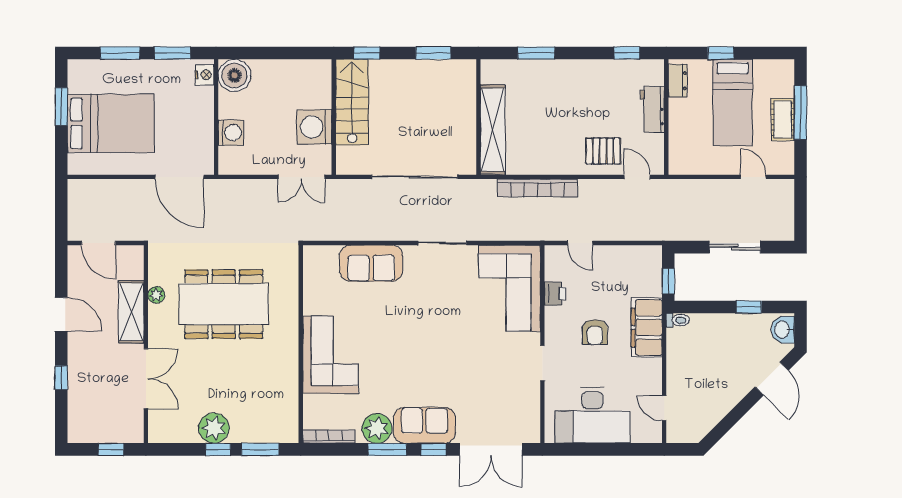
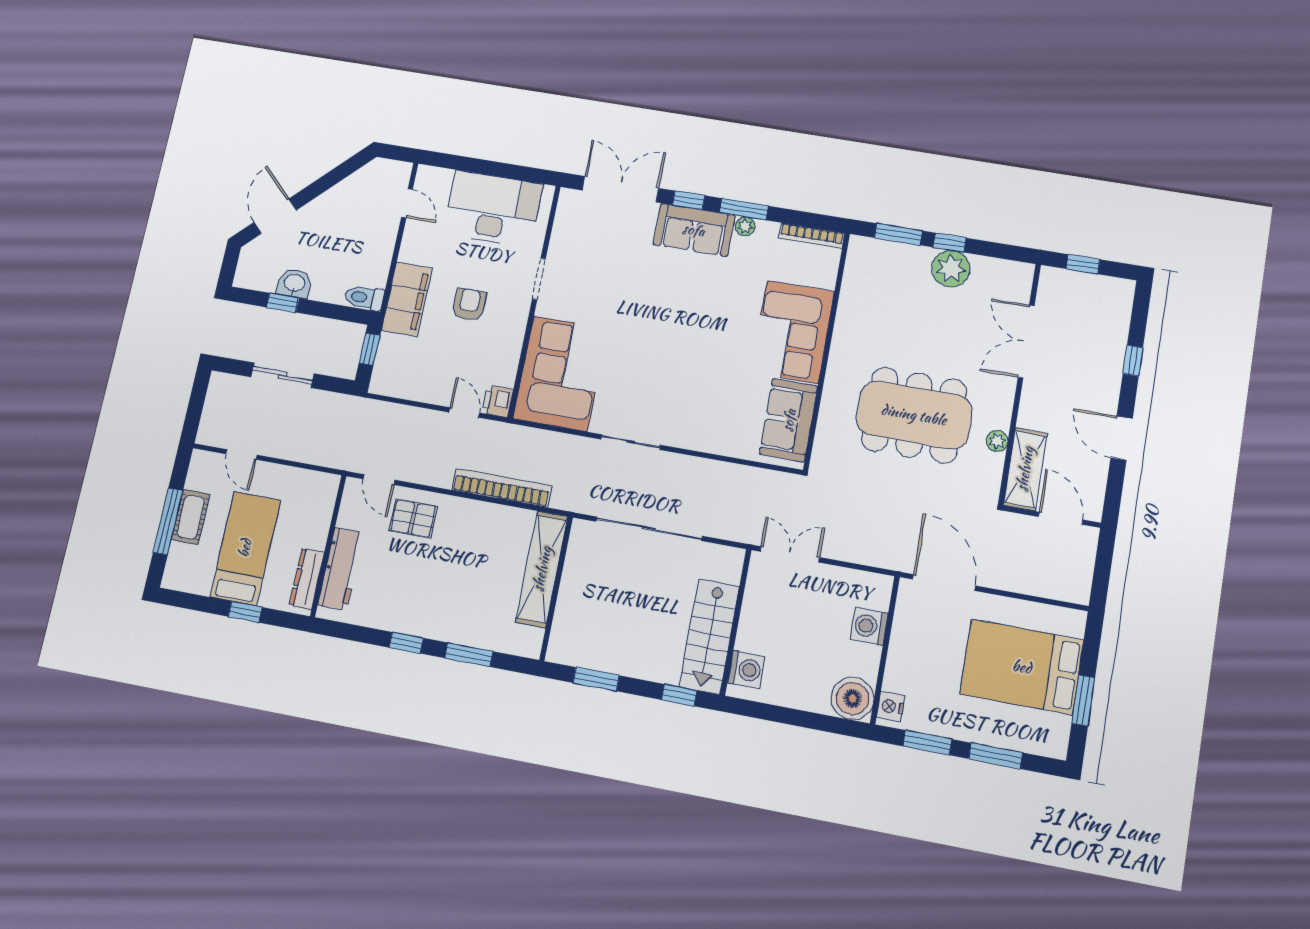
window: (627, 53) -> (406, 643), moved
dresser: (678, 81) -> (307, 579), width x1.44
workbench: (652, 109) -> (341, 569), width x1.38
washing machine: (314, 127) -> (746, 670), moved, width x0.73, depth x0.73
sofa: (371, 263) -> (789, 420), moved, turned -90
printer: (555, 294) -> (498, 401), moved
shelving: (131, 312) -> (1025, 469), moved
toilet: (678, 320) -> (364, 298), width x1.37, depth x1.39
washbasin: (783, 330) -> (294, 283), moved, turned -90
plant: (377, 428) -> (745, 226), width x0.53, depth x0.53

